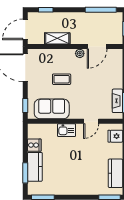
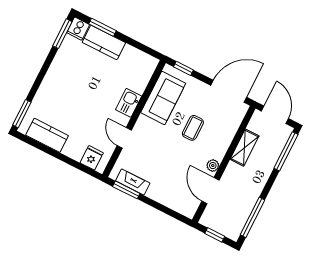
window: (46, 10) -> (286, 151), width x2.17
cooker: (34, 145) -> (78, 29), moved

